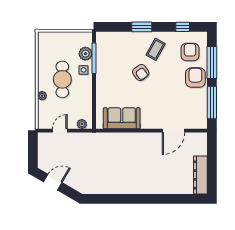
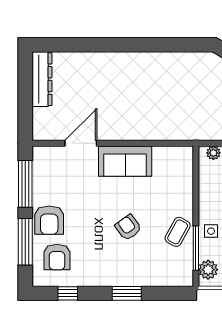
coffee table: (156, 49) -> (178, 232), moved
plant: (85, 54) -> (208, 270), moved
sofa: (122, 118) -> (125, 161), moved

